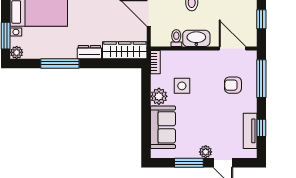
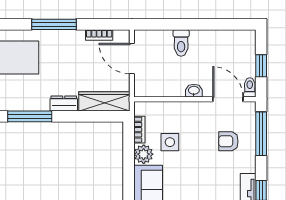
toilet: (176, 38) -> (250, 87), moved
washbasin: (196, 38) -> (194, 91), width x0.52, depth x0.69
bookcase: (155, 62) -> (139, 130), moved

